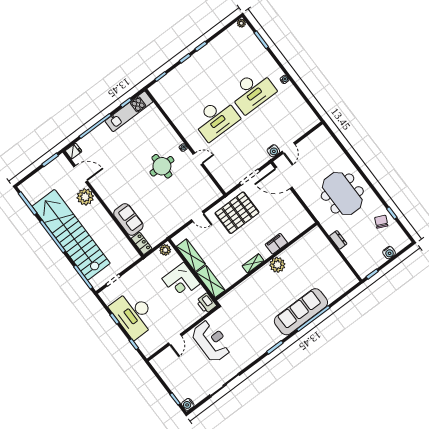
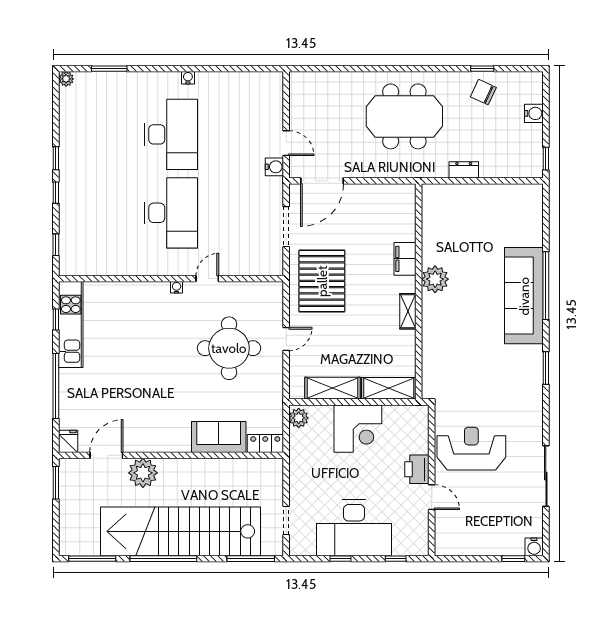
round table: (162, 166) -> (229, 348), moved, width x1.36, depth x1.36
printer: (206, 303) -> (417, 469), moved, turned 90

